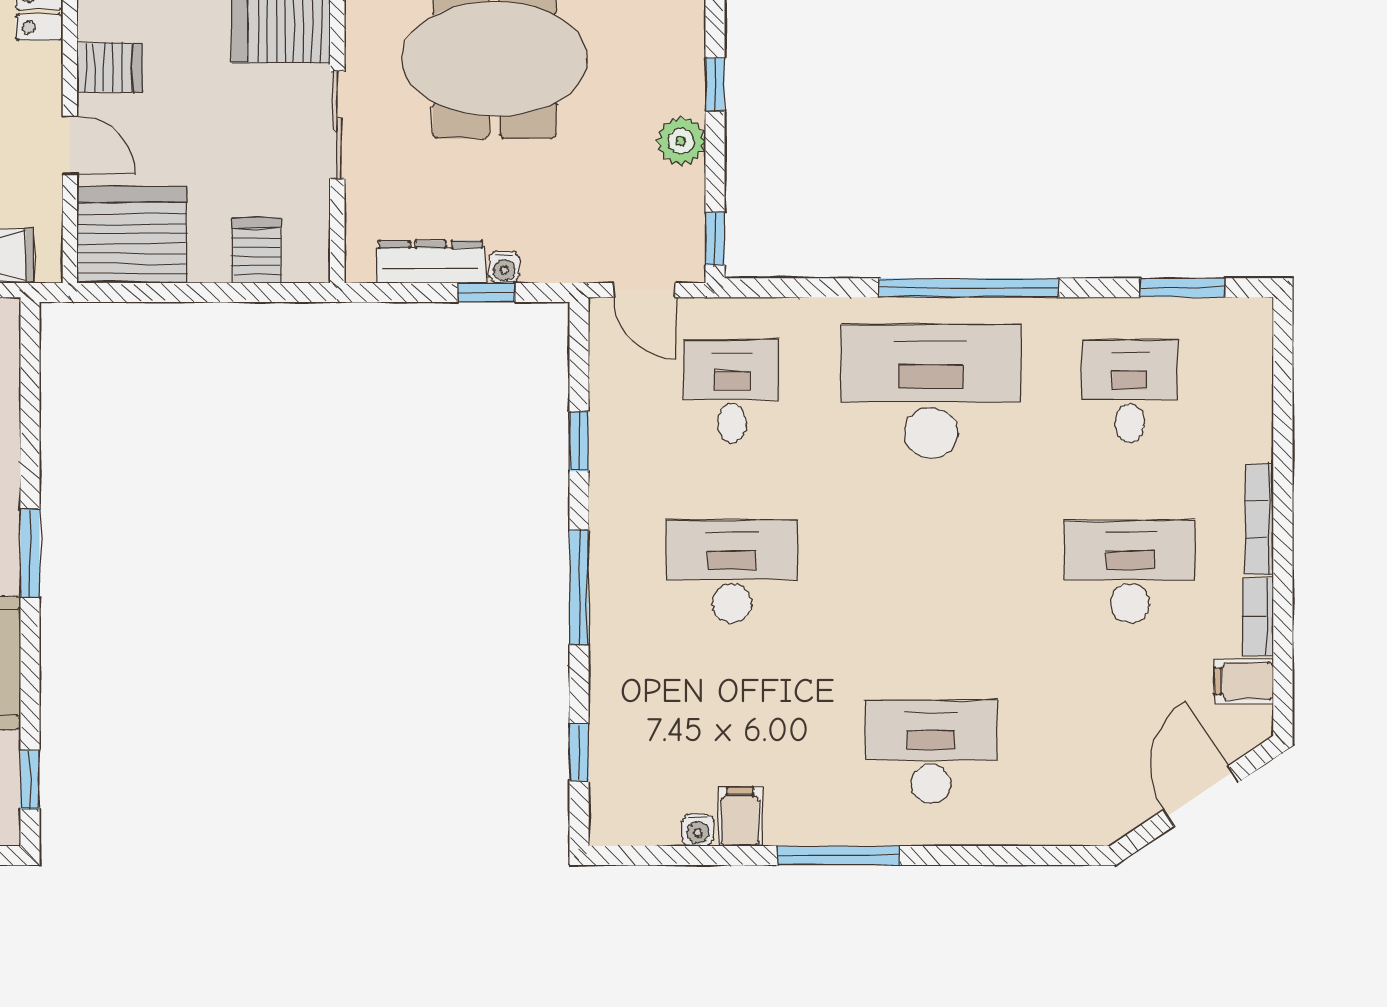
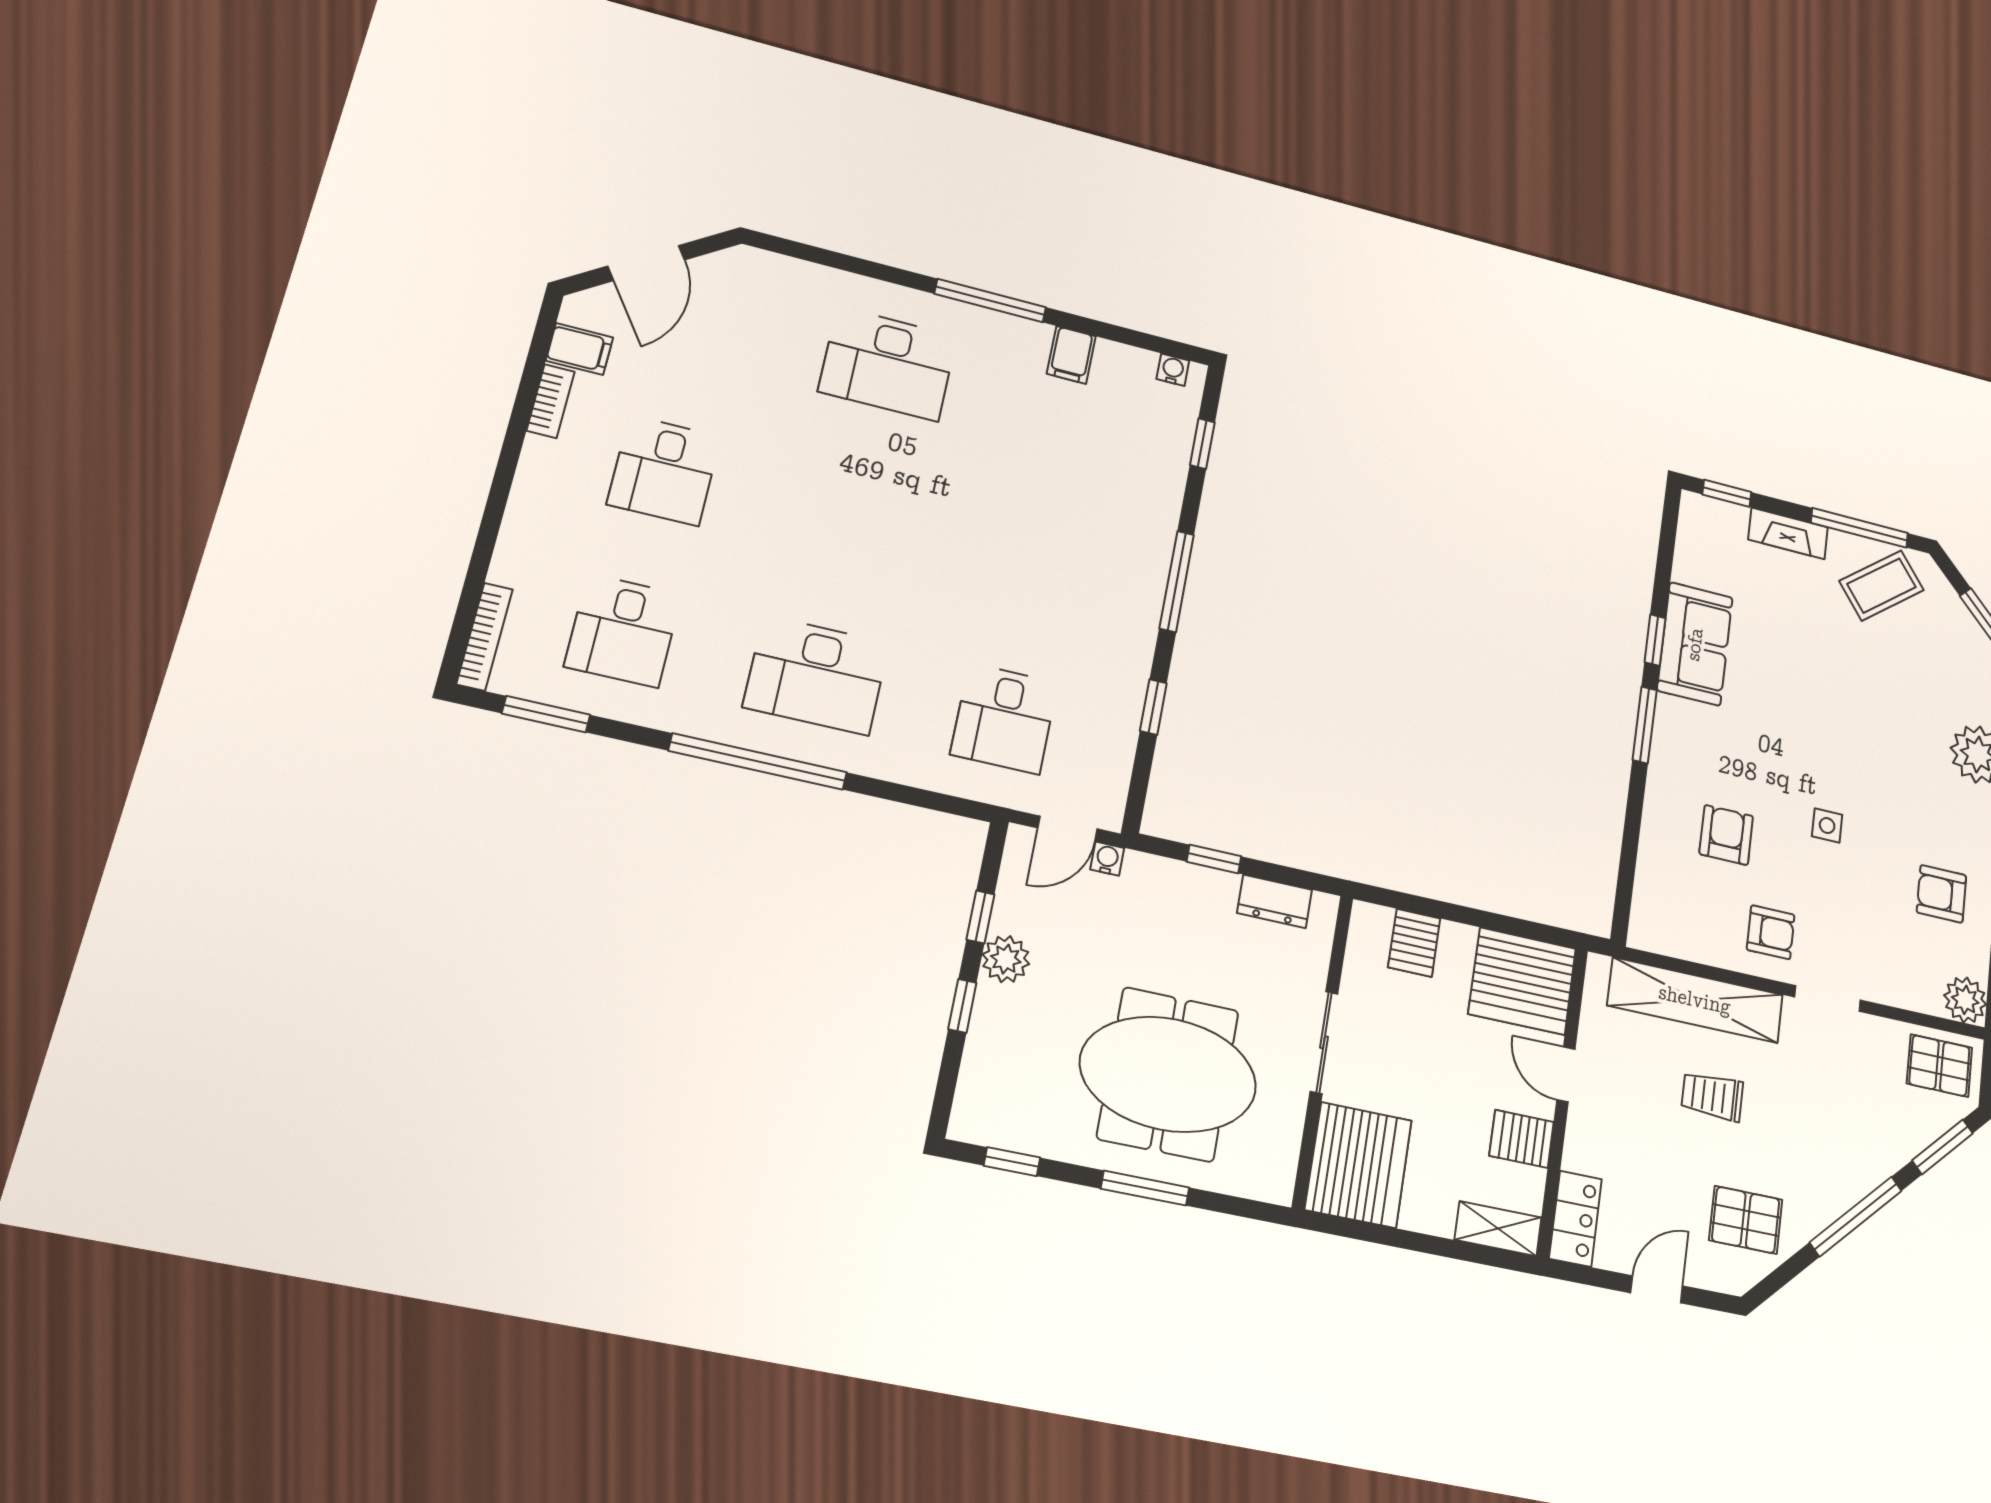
window: (715, 239) -> (980, 917), moved
dresser: (431, 262) -> (1275, 901), width x0.70
water cooler: (504, 268) -> (1107, 859), moved
door: (644, 290) -> (1067, 828), swing flipped
desk: (931, 391) -> (816, 675), width x0.73, depth x0.77
bookcase: (1259, 519) -> (485, 637), moved
desk: (732, 572) -> (1036, 561), removed
desk: (1130, 572) -> (664, 470), width x0.73
window: (30, 780) -> (1655, 640), moved
water cooler: (698, 830) -> (1173, 370), moved

